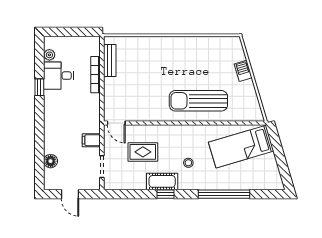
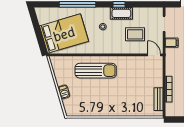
bed: (241, 147) -> (64, 34), width x1.50

